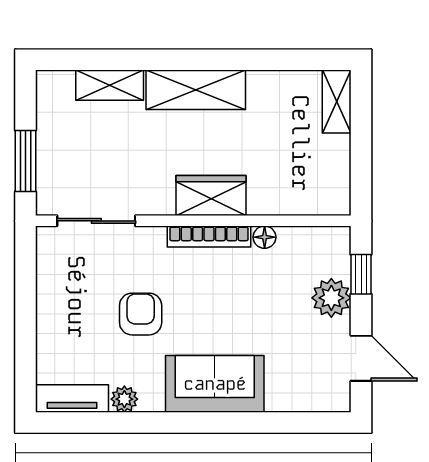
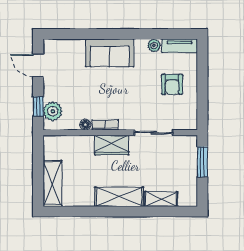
shelving: (337, 102) -> (52, 183), width x1.50, depth x1.33
sliding door: (96, 221) -> (154, 133), moved
bookcase: (209, 237) -> (105, 125), width x0.64
plant: (331, 298) -> (53, 111), moved
armchair: (141, 314) -> (172, 84), moved

